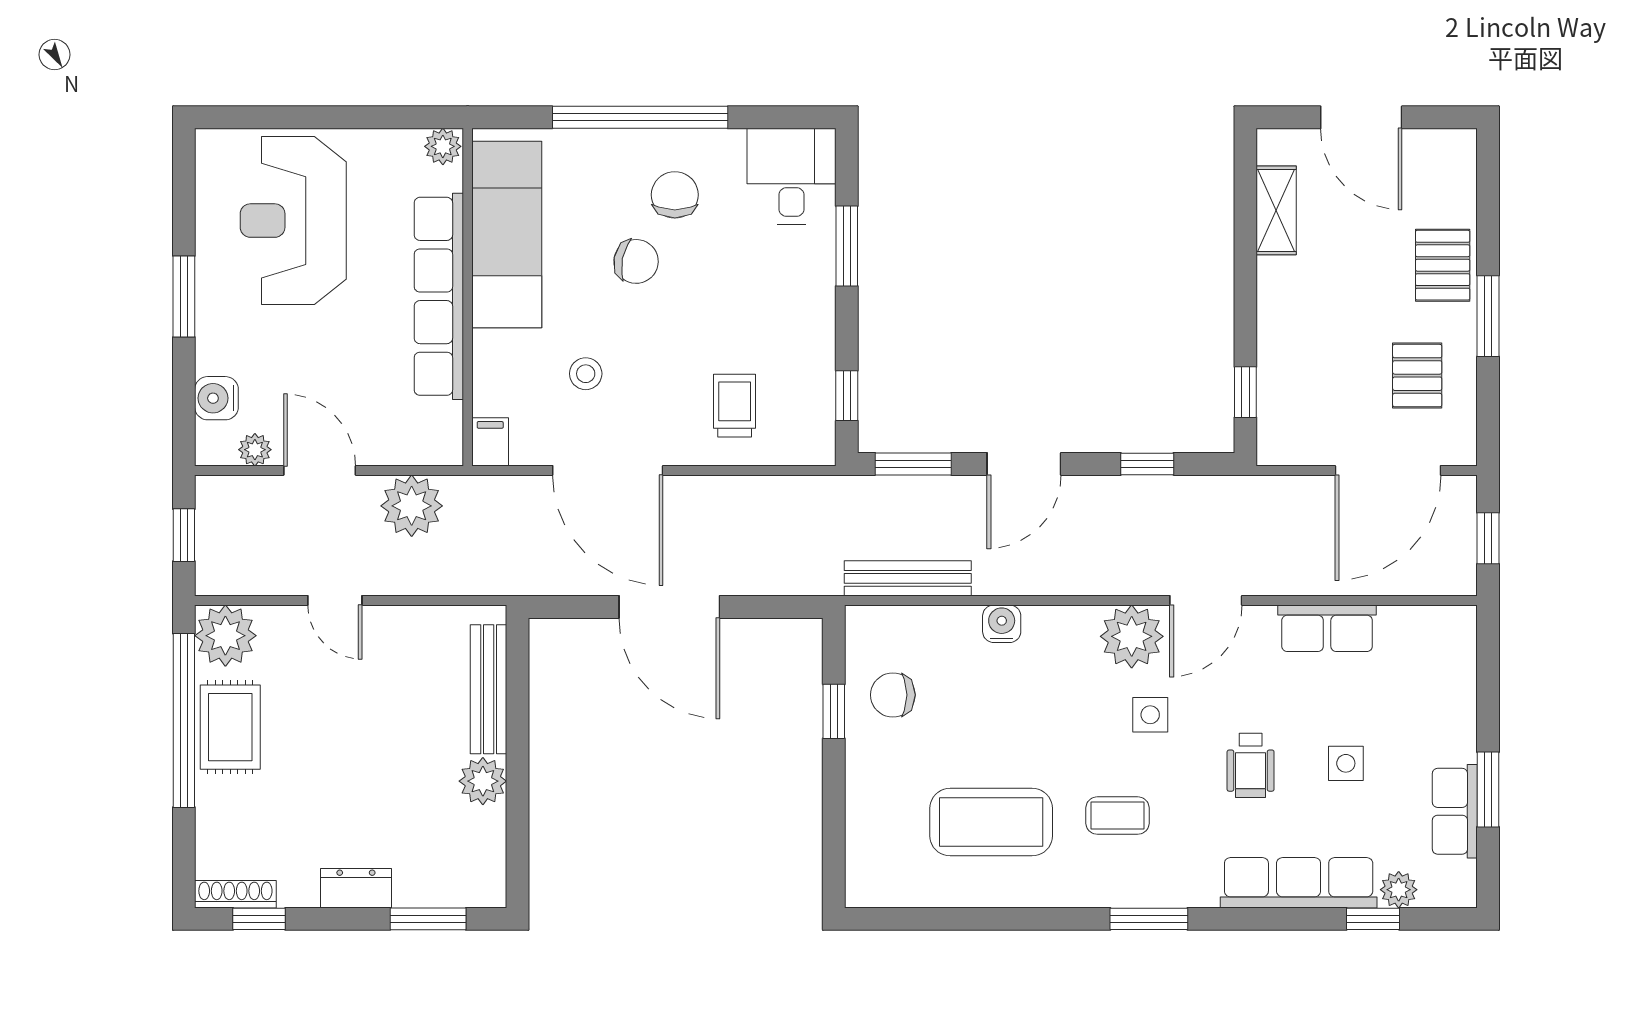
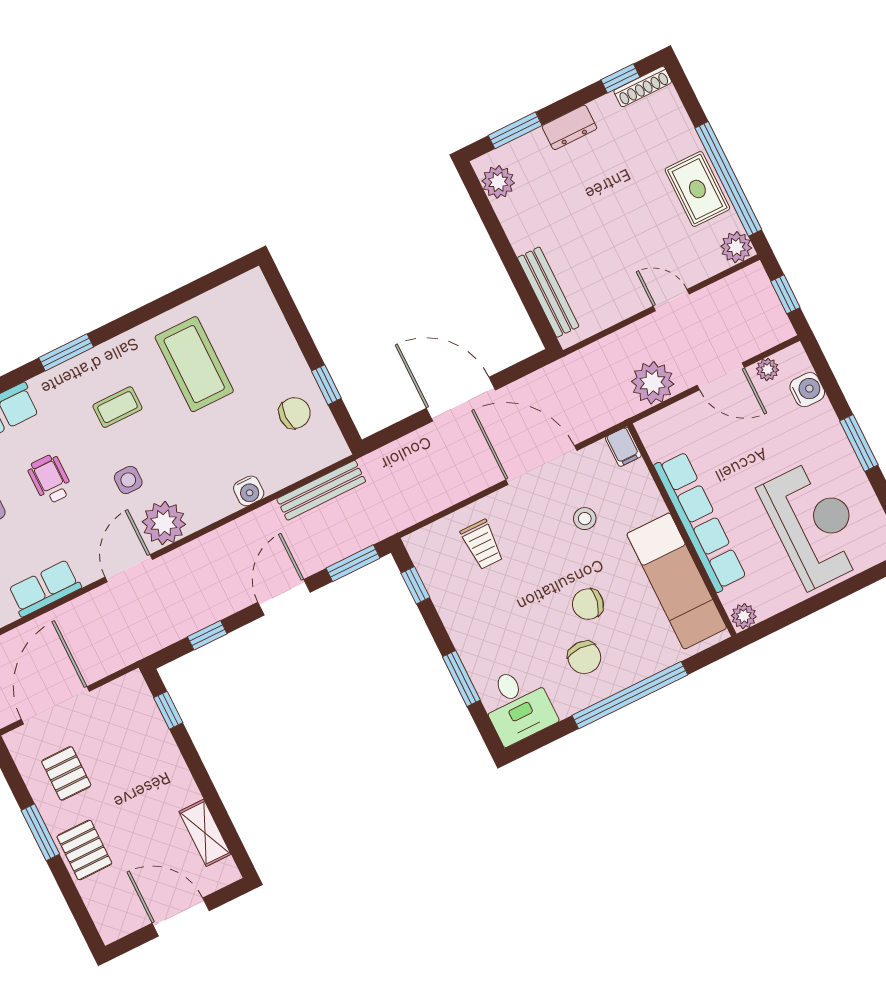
plant: (225, 636) -> (736, 247), width x0.73, depth x0.73
plant: (483, 781) -> (498, 182), moved
coffee table: (991, 822) -> (194, 364), turned 90

